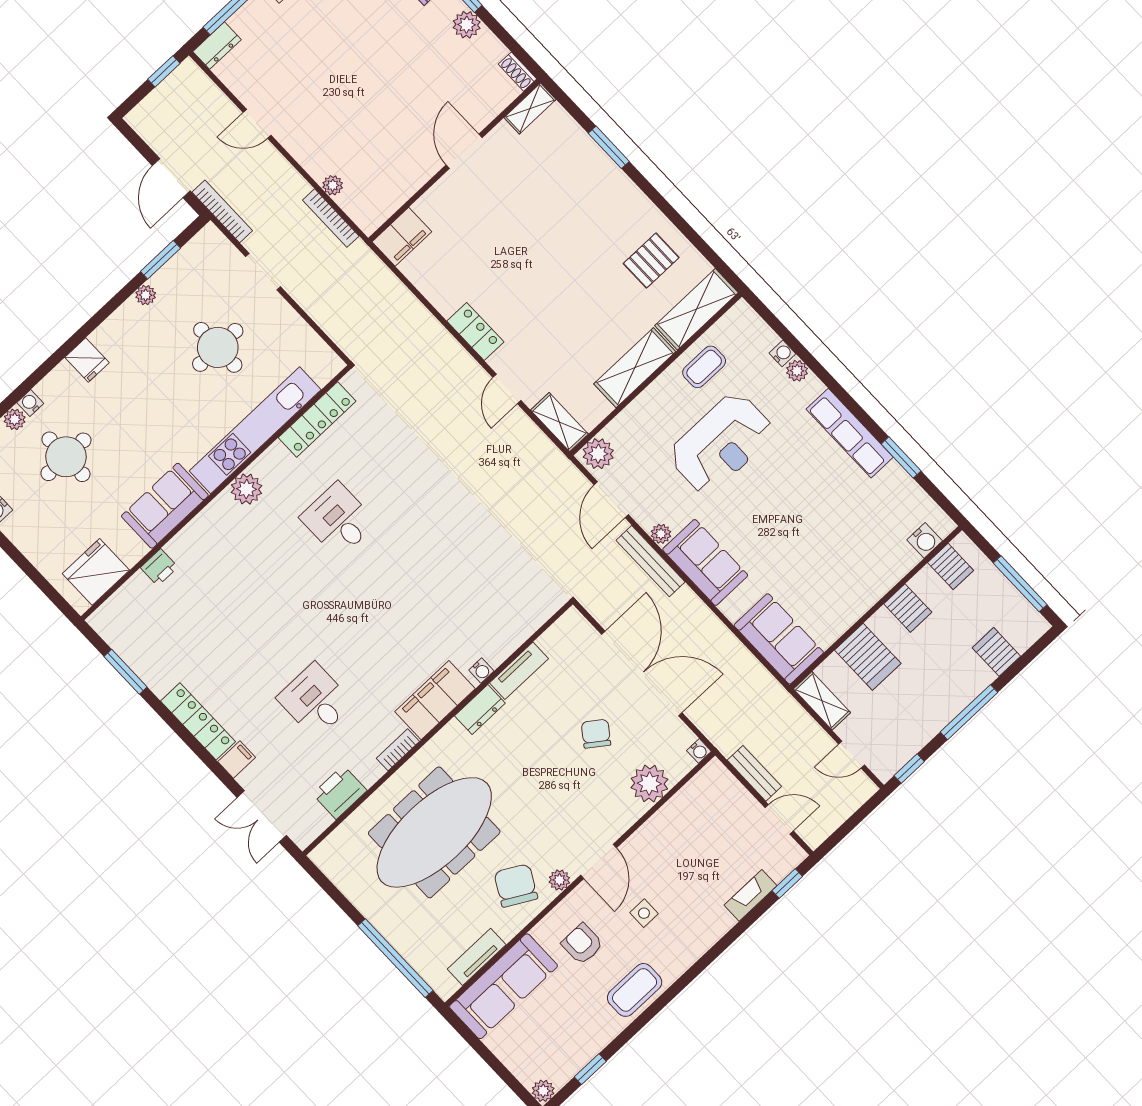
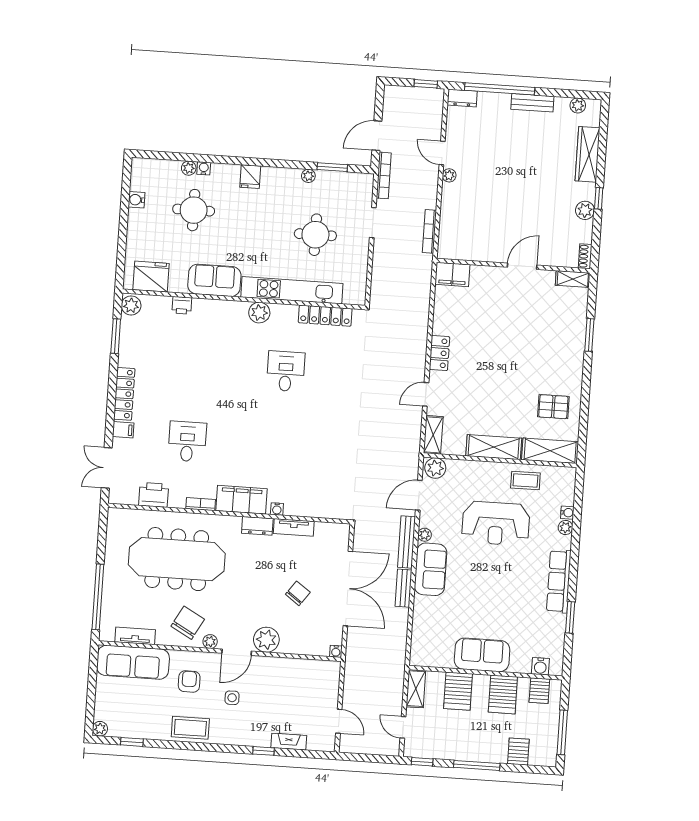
plant: (333, 185) -> (449, 175), moved
server rack: (908, 608) -> (503, 694), width x1.36, depth x1.44
plant: (107, 623) -> (131, 305), added
sofa: (779, 639) -> (482, 655), moved, turned -90
bench: (754, 773) -> (403, 588), moved
plant: (649, 784) -> (266, 640), moved
window: (787, 883) -> (263, 751), moved

